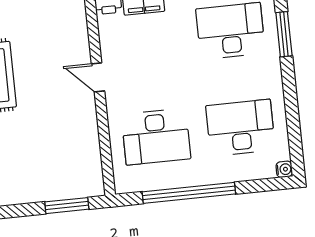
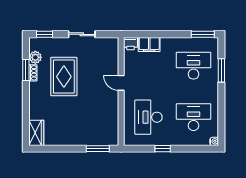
desk: (156, 137) -> (149, 117), turned 90
window: (189, 193) -> (163, 149), width x0.32

